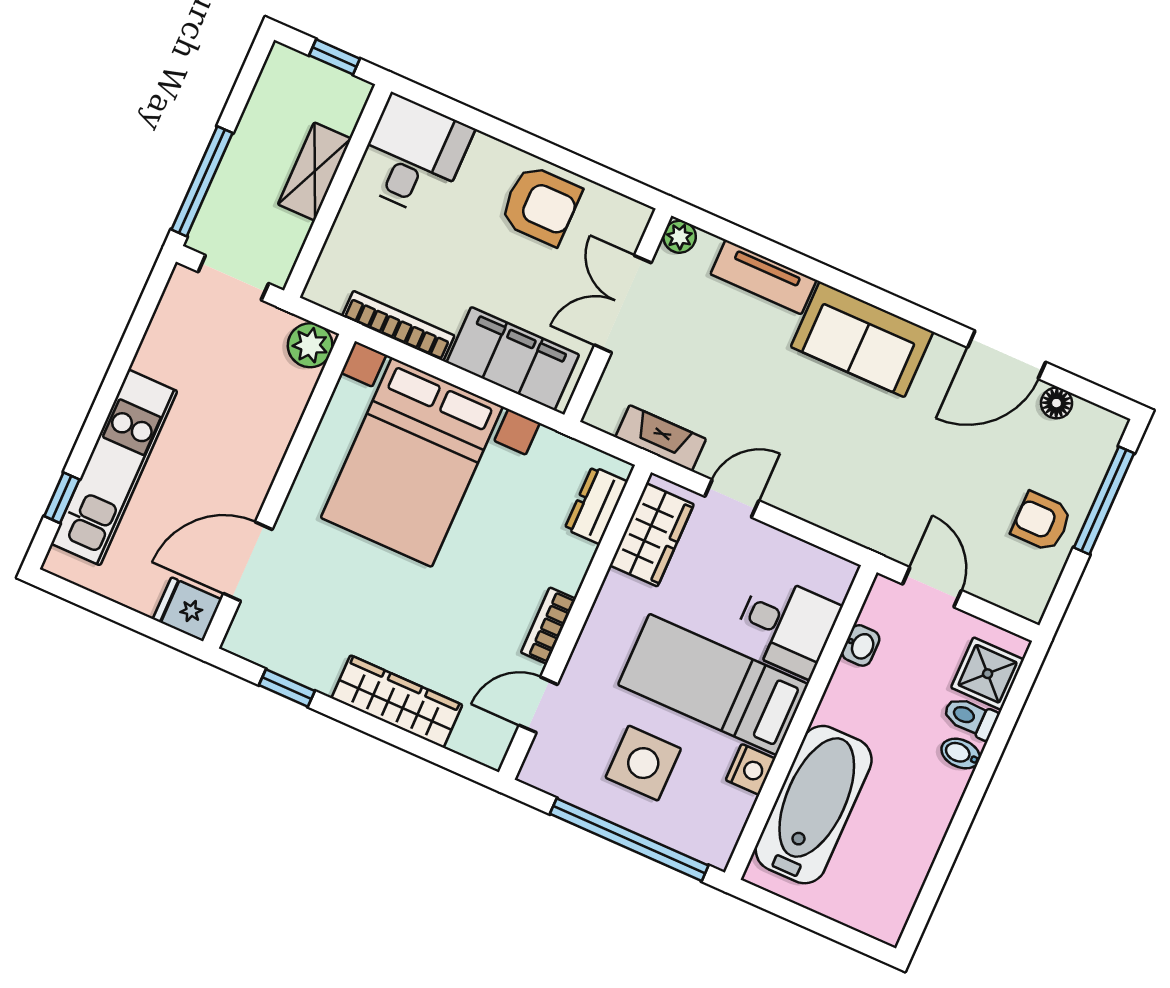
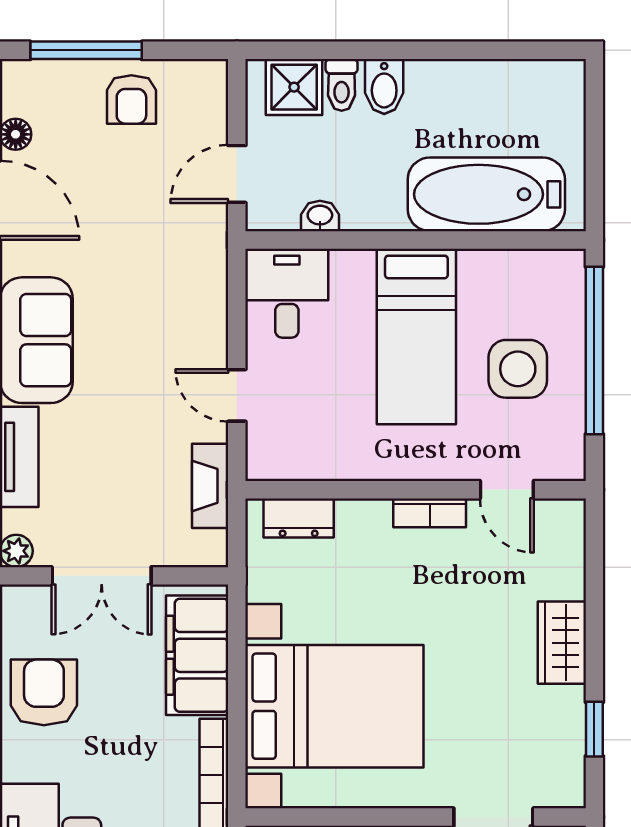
wardrobe: (652, 535) -> (303, 455), removed
desk: (786, 625) -> (287, 293), moved
wardrobe: (397, 701) -> (562, 643), width x0.67
bidet: (961, 754) -> (384, 87), width x1.38, depth x1.36
nightstand: (750, 769) -> (480, 267), removed

